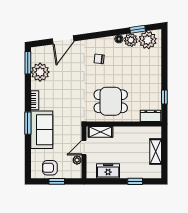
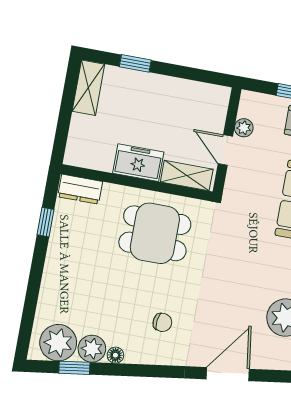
door: (84, 148) -> (225, 150), swing flipped
shelving: (156, 152) -> (88, 88), moved
freezer: (108, 171) -> (138, 163), moved, turned 180

